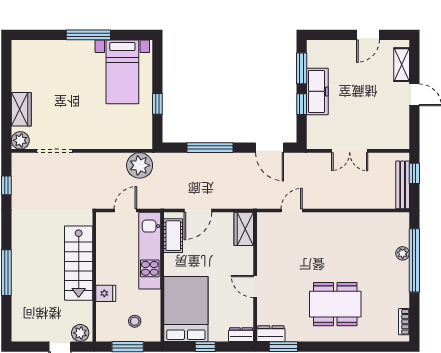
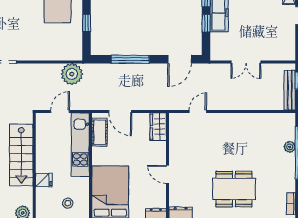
door: (270, 148) -> (180, 59), hinge flipped
door: (198, 211) -> (120, 111), hinge flipped

